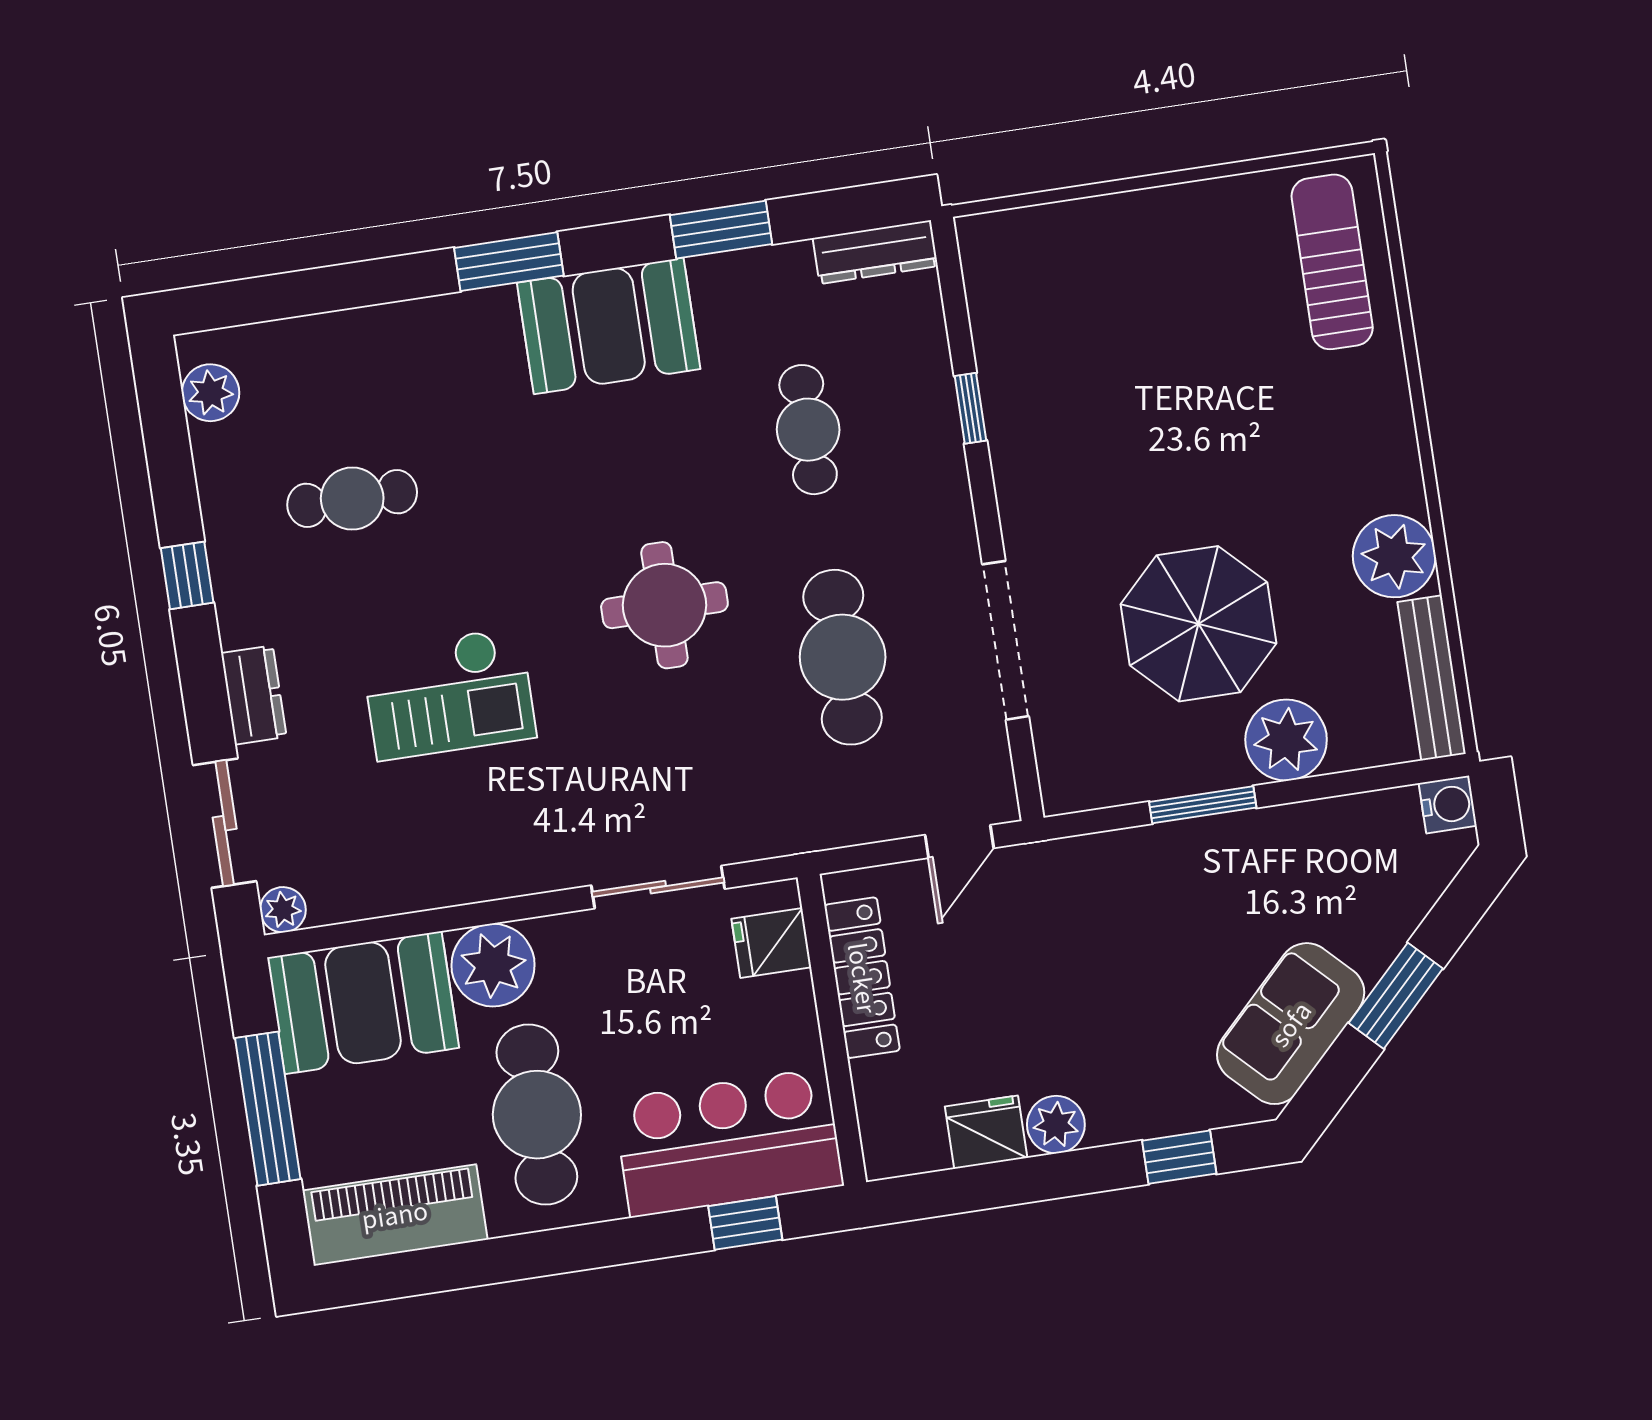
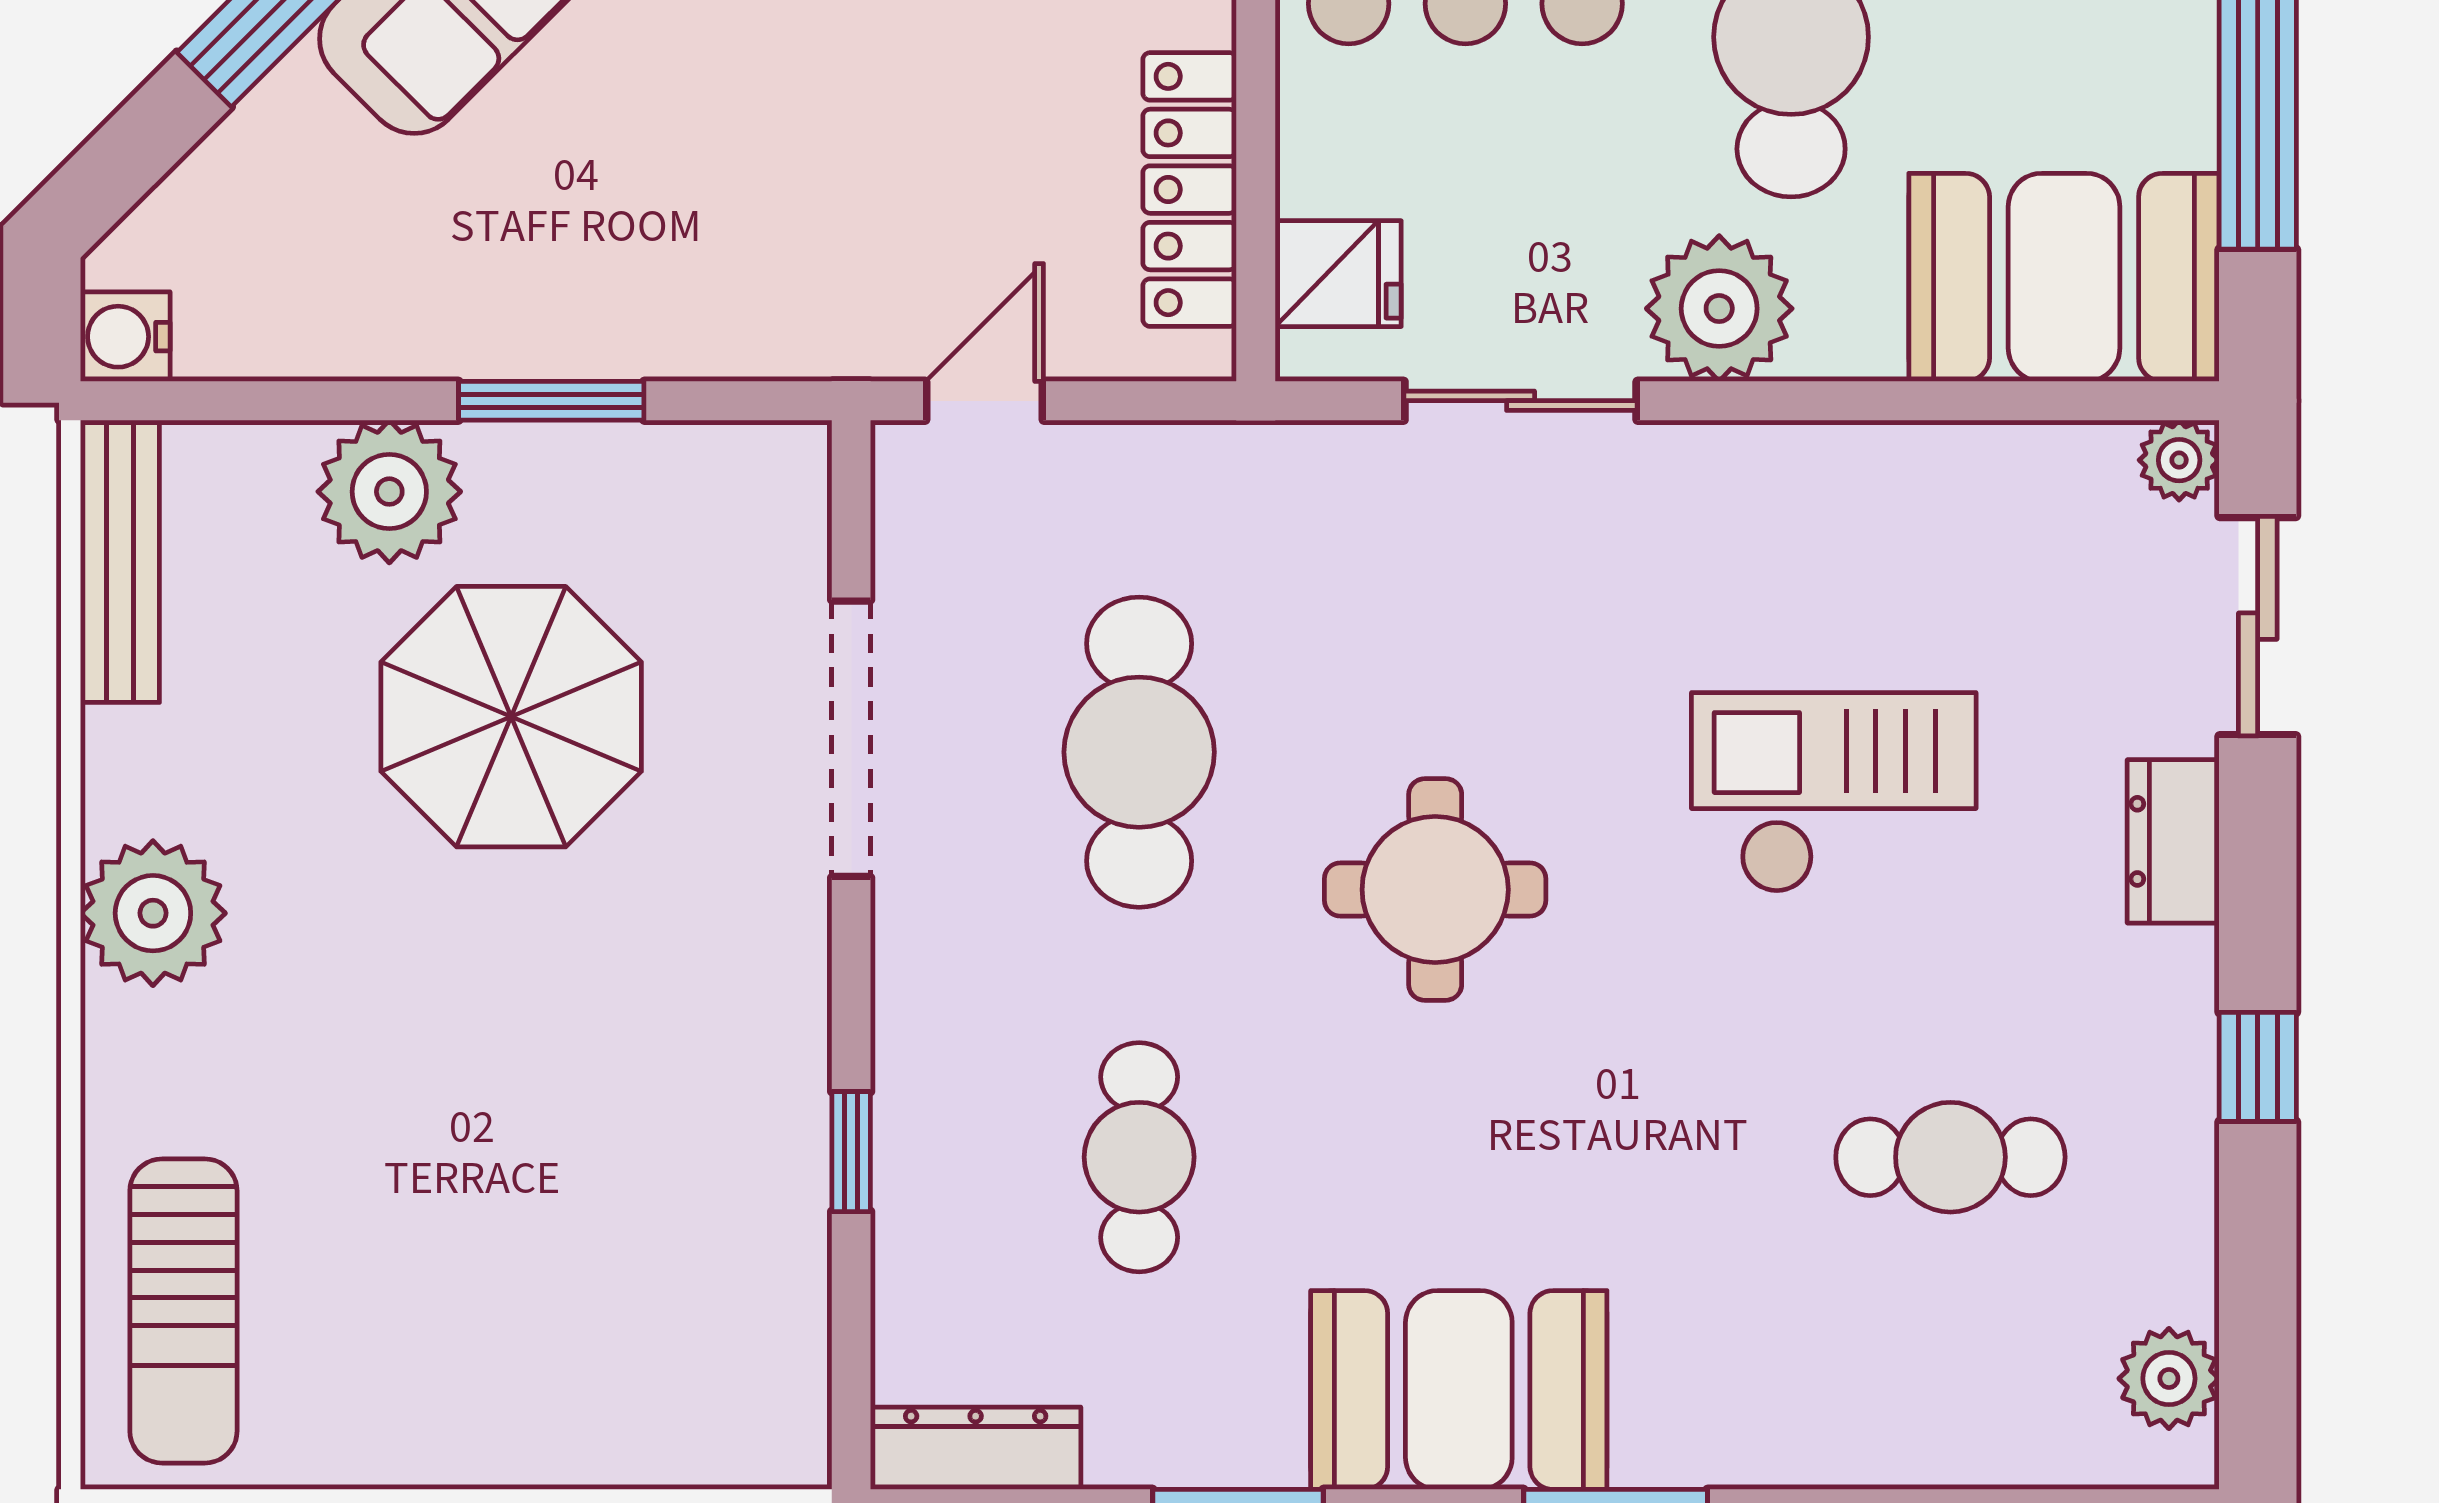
plant: (1394, 556) -> (153, 913), moved
plant: (493, 965) -> (1719, 309), moved

